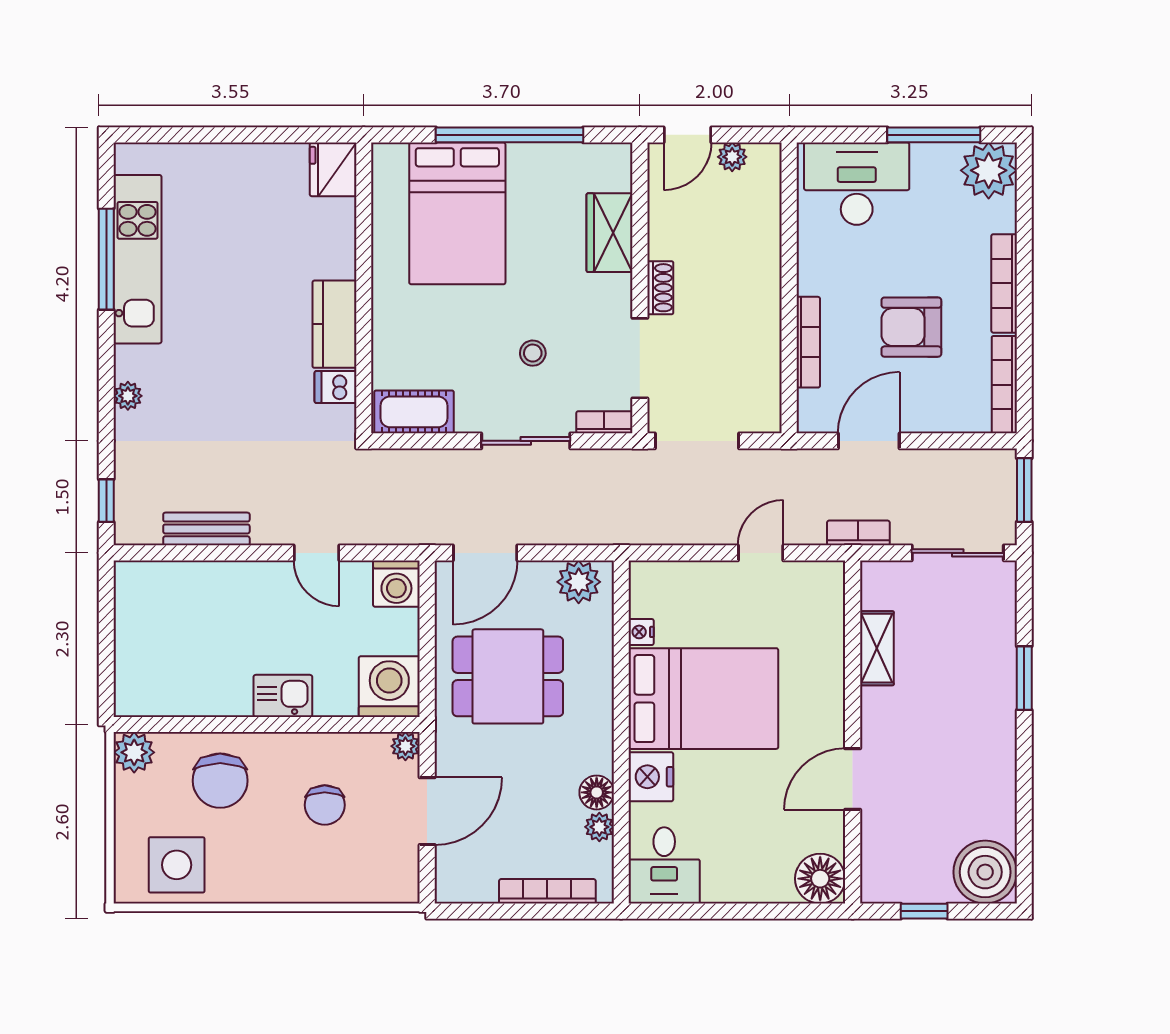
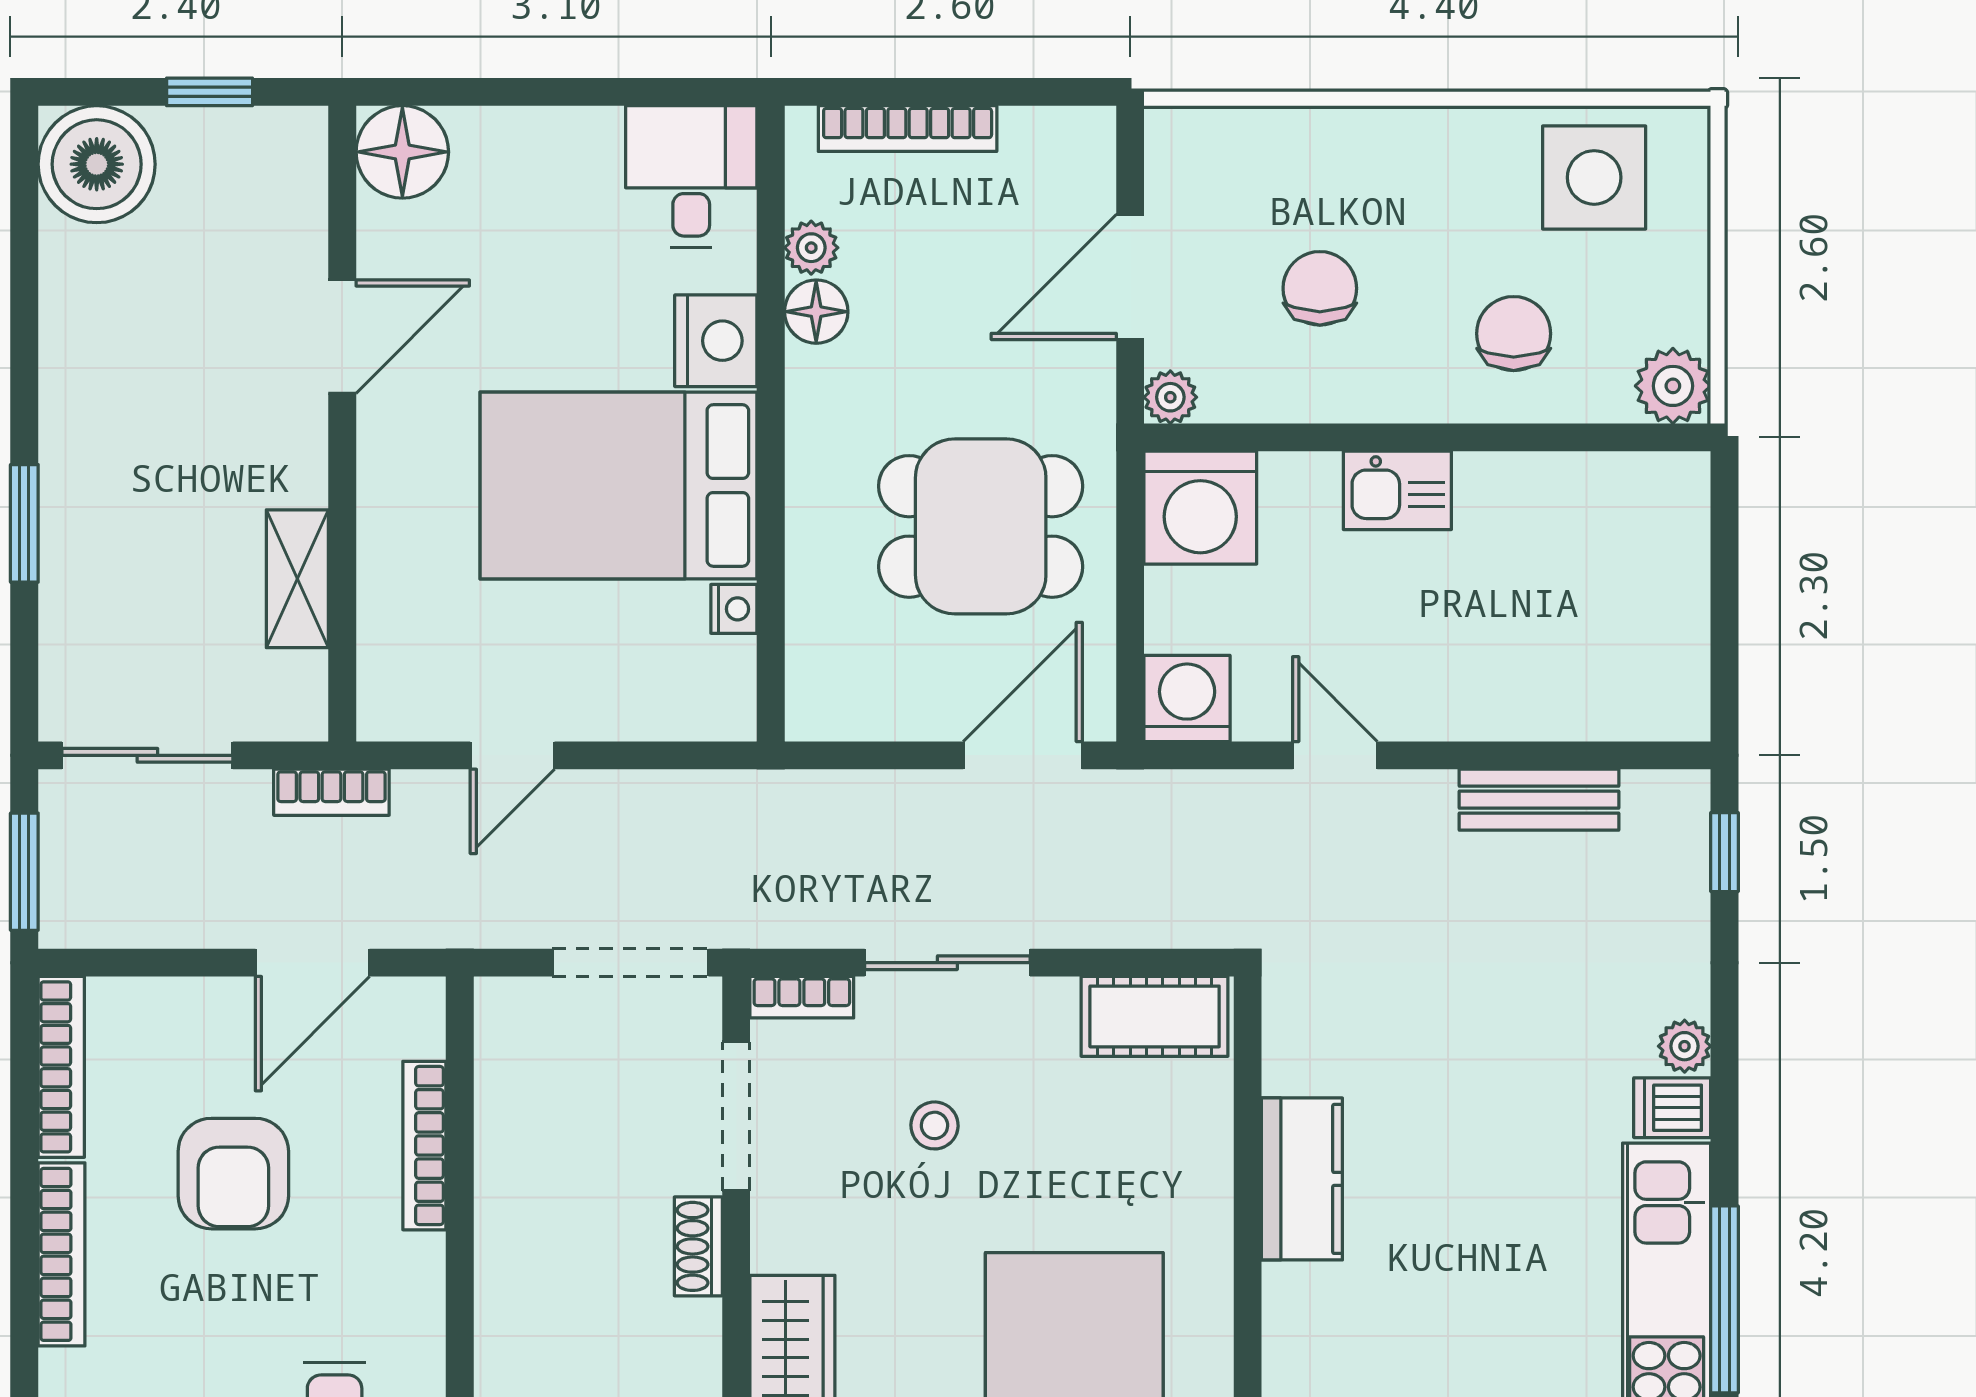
armchair: (911, 327) -> (233, 1174), turned 90
dishwasher: (335, 387) -> (1672, 1108), moved, turned 180
plant: (579, 582) -> (849, 702), removed
chair: (220, 781) -> (1514, 334), width x0.73, depth x0.73

